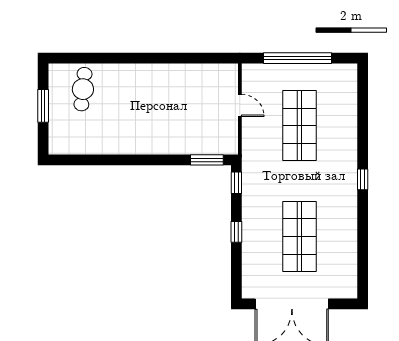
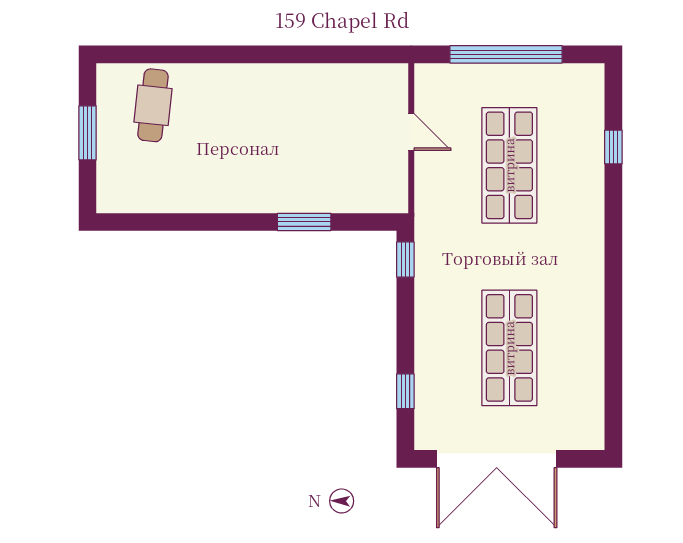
window: (207, 160) -> (304, 222), moved
window: (363, 179) -> (613, 147), moved
window: (236, 232) -> (405, 391), moved

